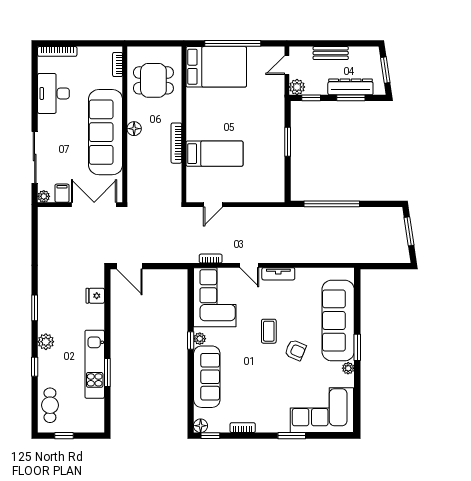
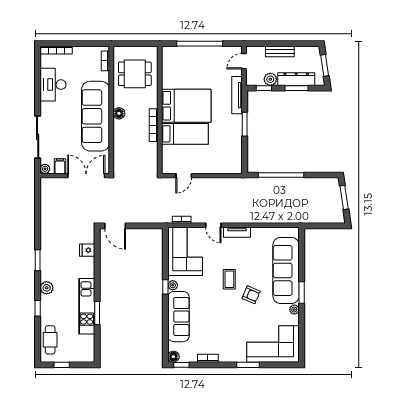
bed: (216, 67) -> (186, 106), moved
plant: (297, 87) -> (270, 79), moved
tv unit: (278, 106) -> (237, 95), added

